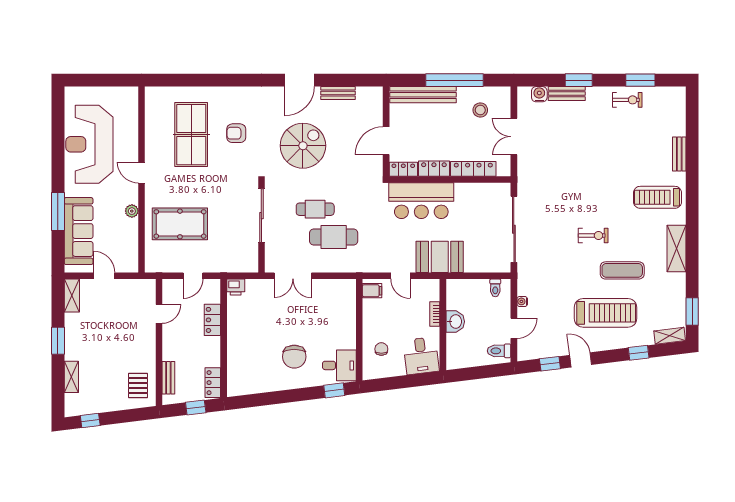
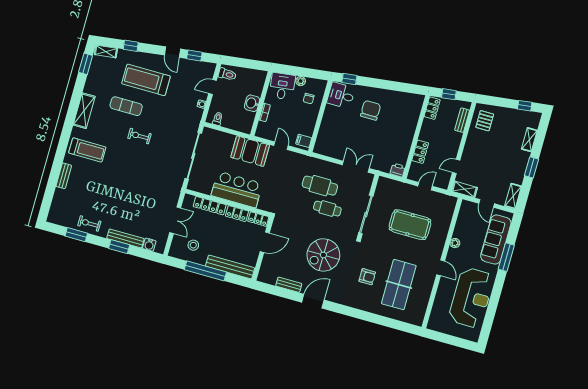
bench: (567, 94) -> (125, 238), width x1.36
bar counter: (421, 201) -> (237, 189), moved
pool table: (180, 224) -> (410, 225), moved
shelving: (139, 286) -> (464, 189), added
plant: (399, 369) -> (301, 81), added

